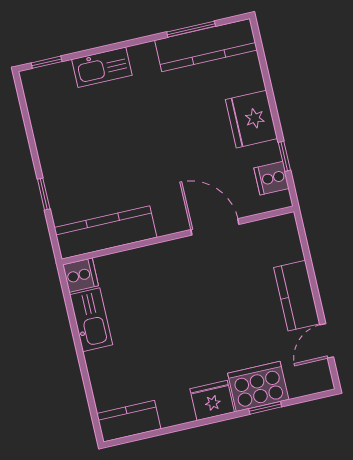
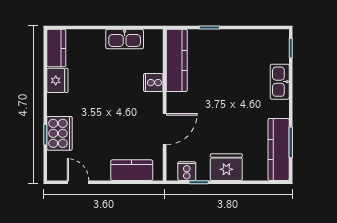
cooker: (81, 275) -> (153, 83), moved, turned 90
kitchen counter: (297, 296) -> (132, 170), moved
fridge: (212, 400) -> (57, 80), moved

